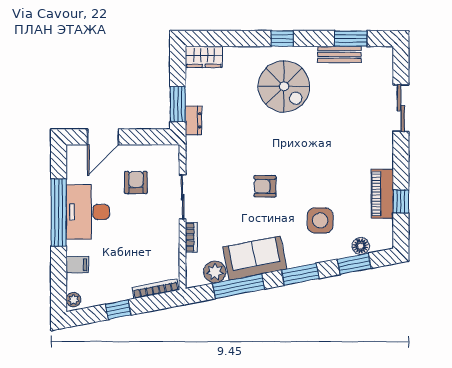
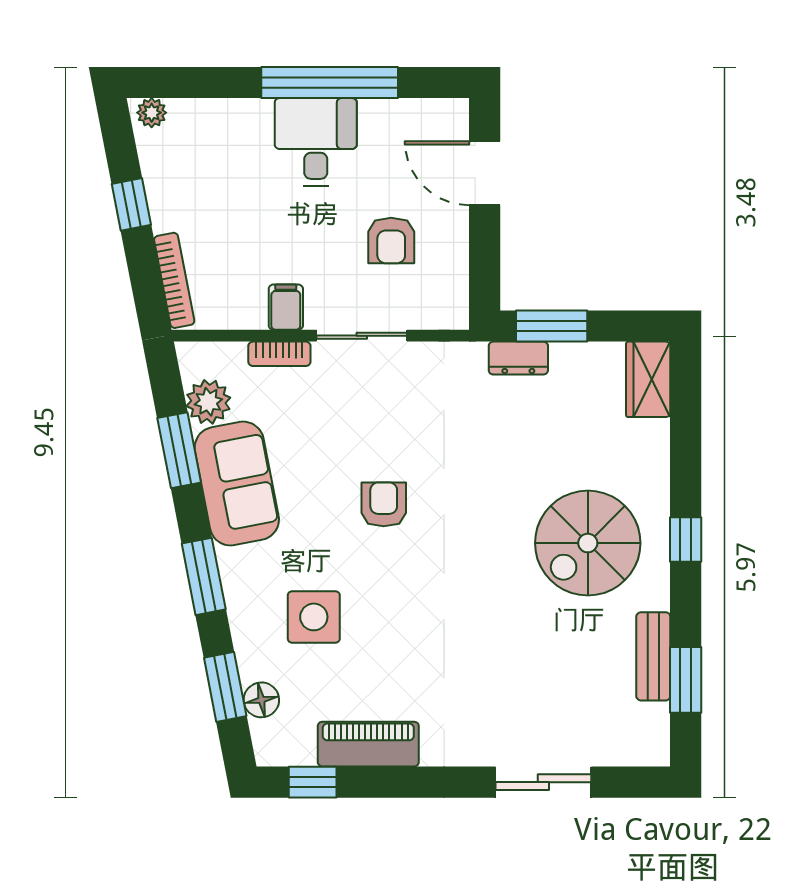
armchair: (136, 183) -> (391, 240), turned 90
window: (401, 201) -> (313, 782), moved
desk: (88, 212) -> (316, 142), width x0.73
filing cabinet: (77, 265) -> (286, 307), moved, turned 180
window: (239, 286) -> (179, 450), width x0.69

